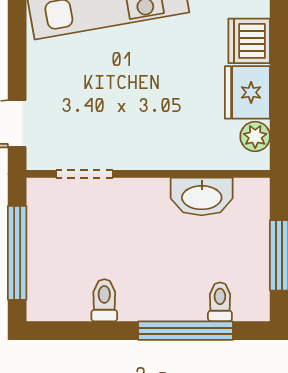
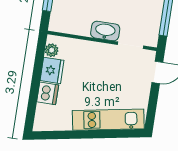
washbasin: (202, 196) -> (105, 31), moved

